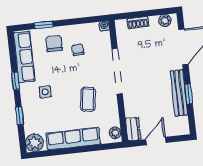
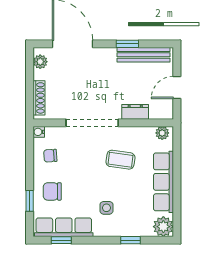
shoe rack: (138, 23) -> (39, 98), width x1.43
chair: (78, 50) -> (50, 156), moved
window: (16, 81) -> (61, 240), moved
bench: (179, 93) -> (144, 55), moved
dresser: (133, 129) -> (135, 112), moved
door: (156, 141) -> (177, 87), hinge flipped

